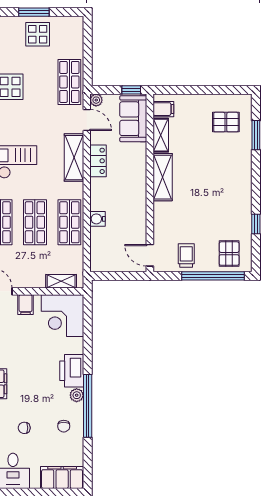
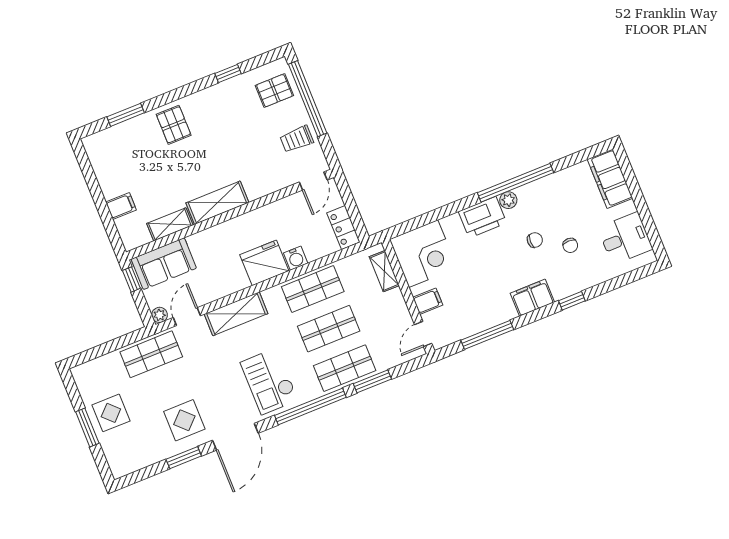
filing cabinet: (163, 109) -> (121, 206), moved, turned 90
pallet: (226, 122) -> (174, 125), moved
locker: (98, 161) -> (343, 228), moved, turned -90
fridge: (103, 194) -> (264, 263), added
chair: (64, 426) -> (535, 240), moved

